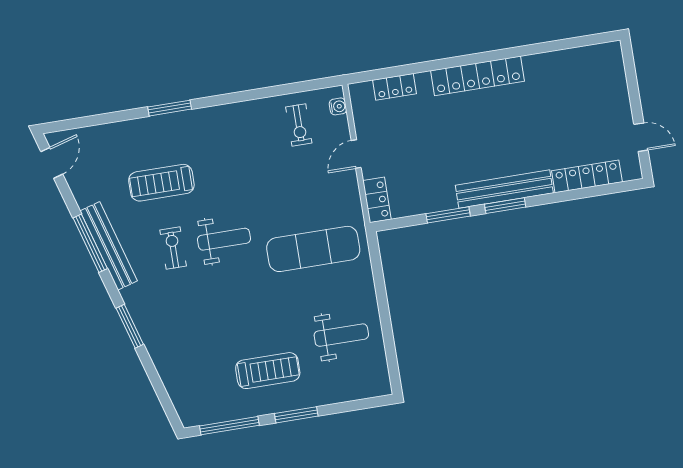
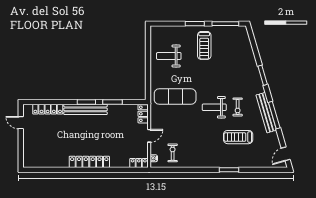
locker: (395, 87) -> (139, 163), moved
treadmill: (161, 183) -> (238, 137), turned 180
treadmill: (268, 371) -> (204, 45), turned -90

